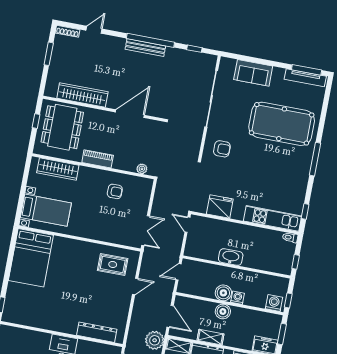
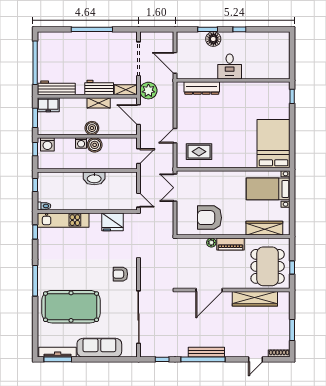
sofa: (253, 73) -> (99, 348), width x1.36
plant: (142, 169) -> (211, 243), moved
armchair: (115, 191) -> (209, 218), width x1.88, depth x1.88

